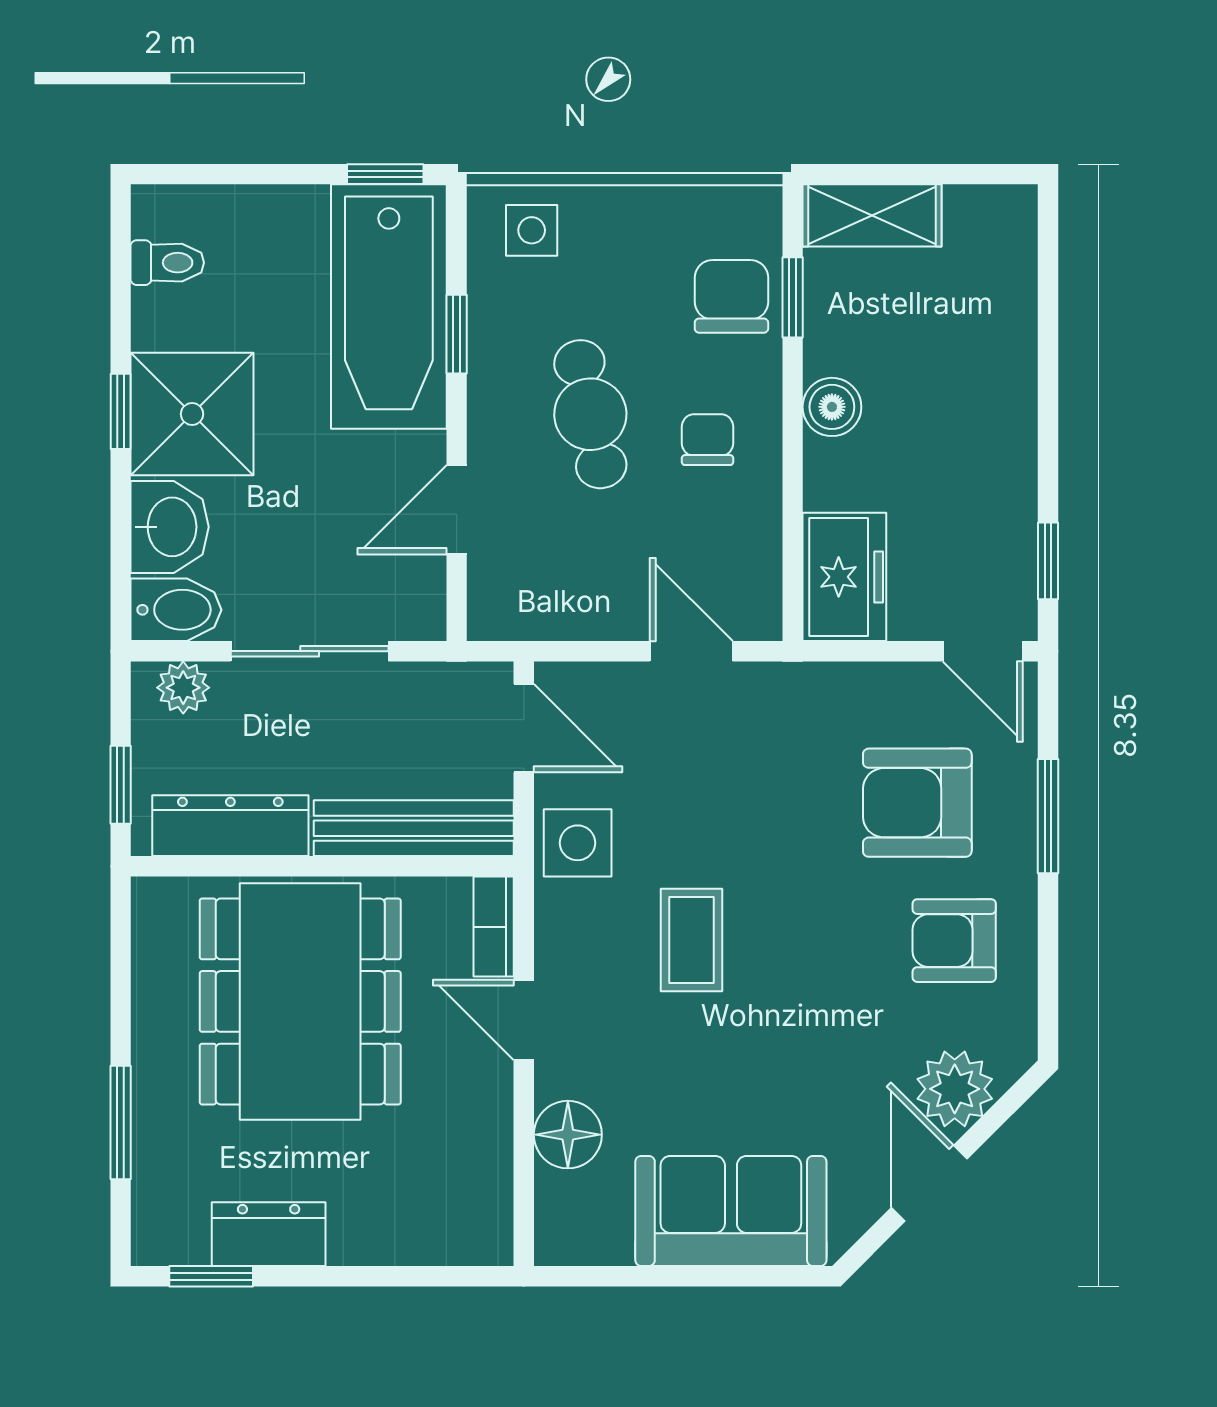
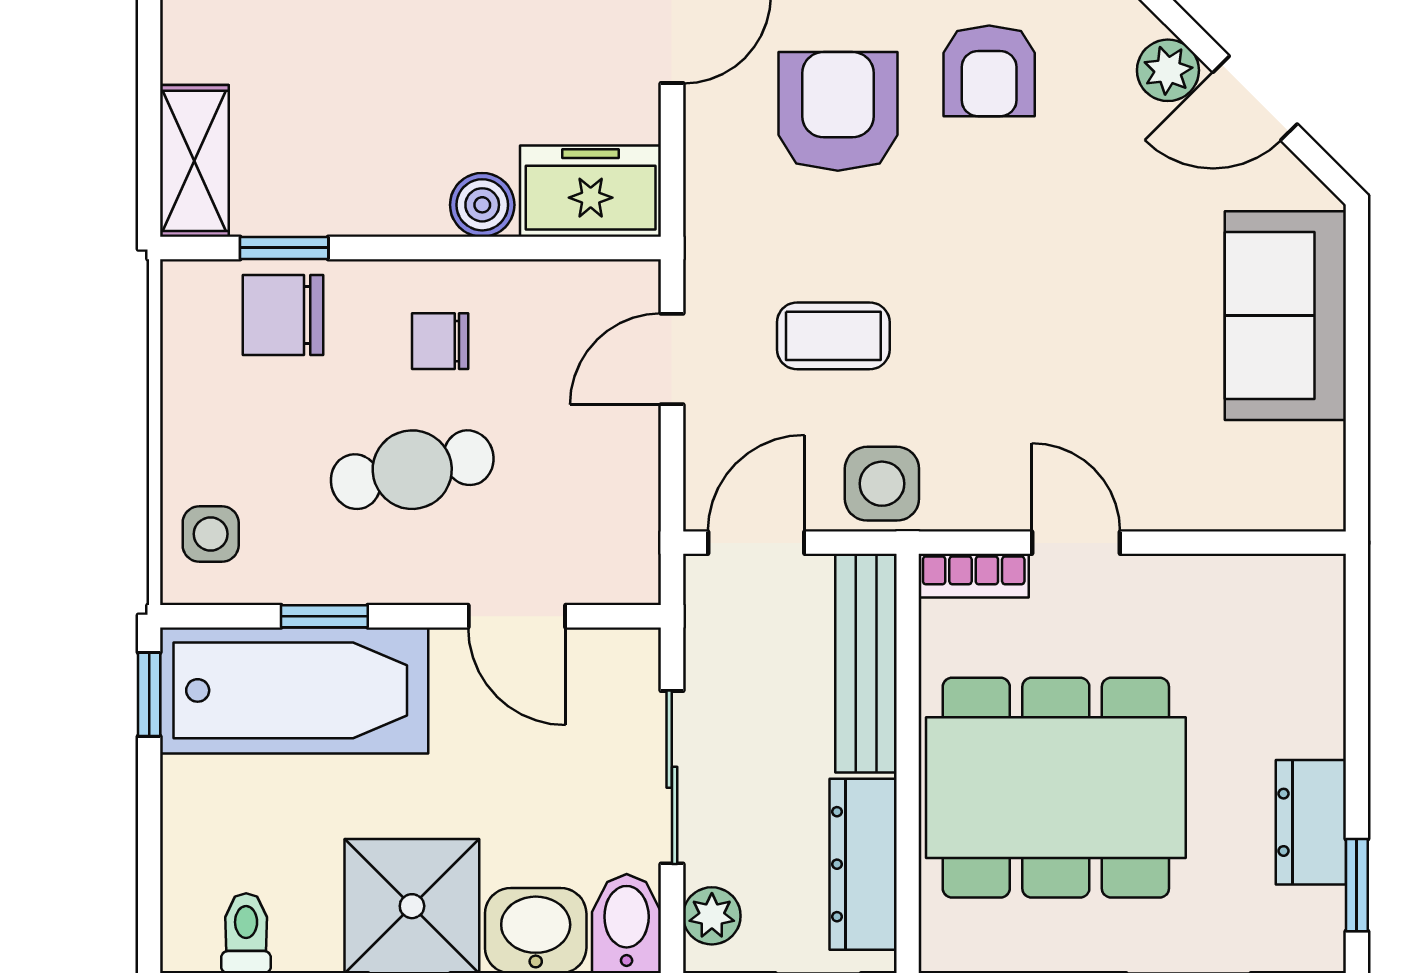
boiler: (832, 407) -> (482, 205), moved
armchair: (917, 803) -> (838, 111), turned 180
coffee table: (691, 940) -> (833, 336), moved
door: (524, 1020) -> (1076, 543), swing flipped
plant: (955, 1089) -> (1168, 70), width x0.73, depth x0.73
floor lamp: (568, 1135) -> (1202, 494), removed

